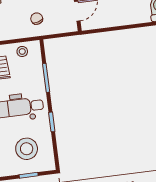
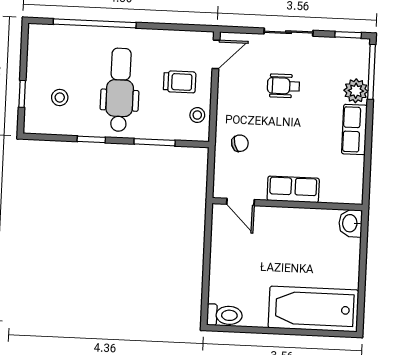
stool: (27, 149) -> (60, 97), width x0.53, depth x0.53

